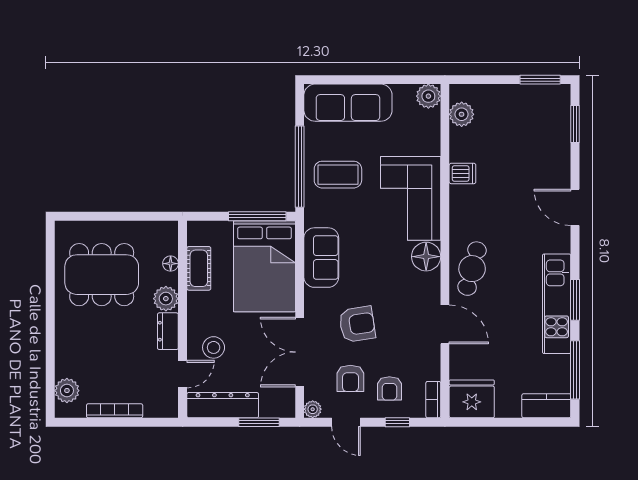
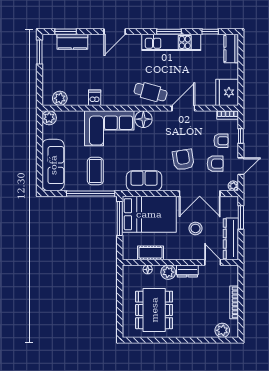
kitchen counter: (558, 136) -> (72, 42), added
stool: (214, 347) -> (195, 228), moved
window: (575, 370) -> (210, 32), width x0.46

